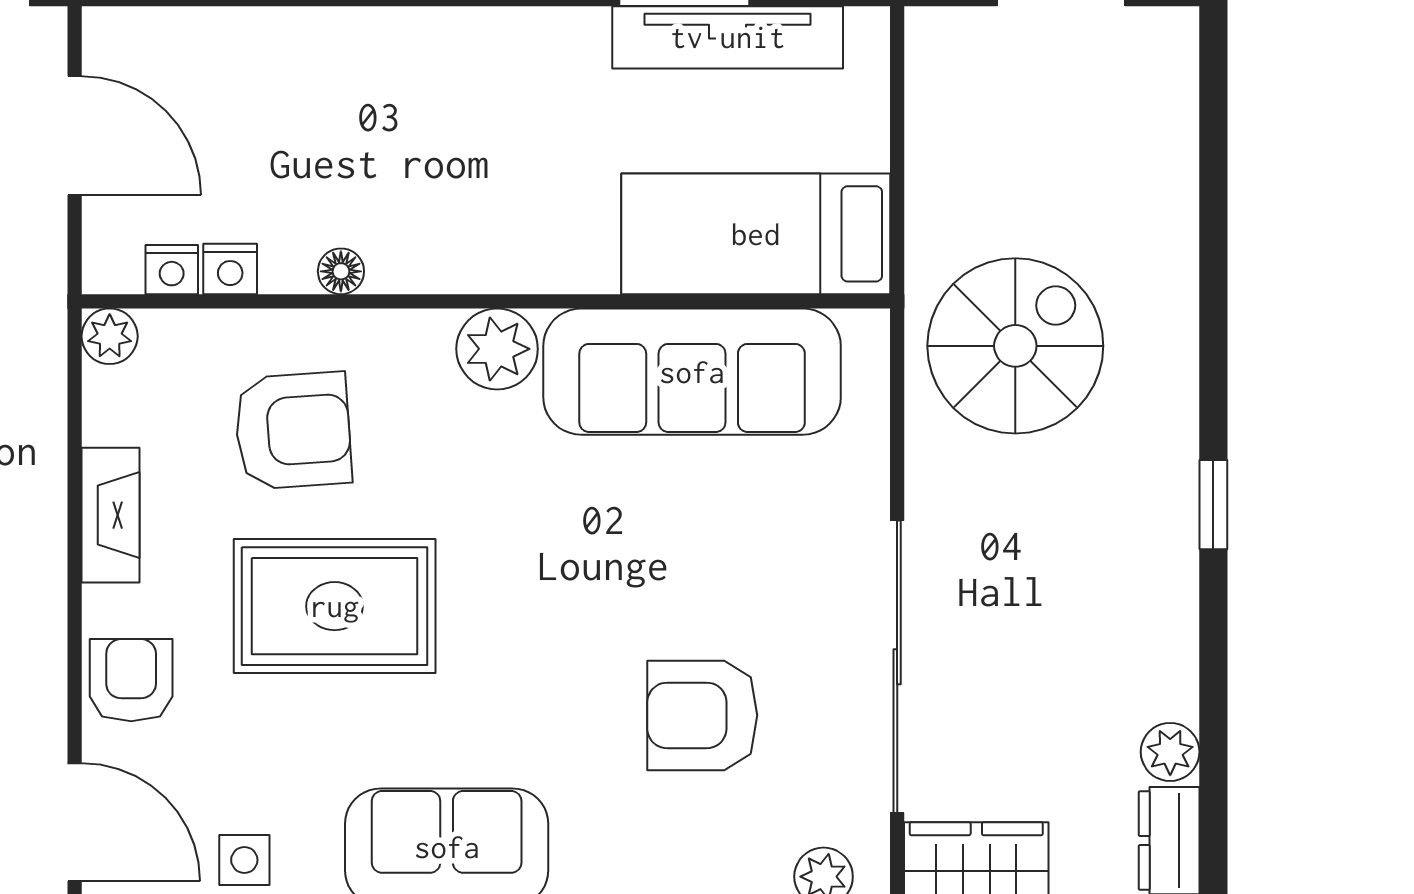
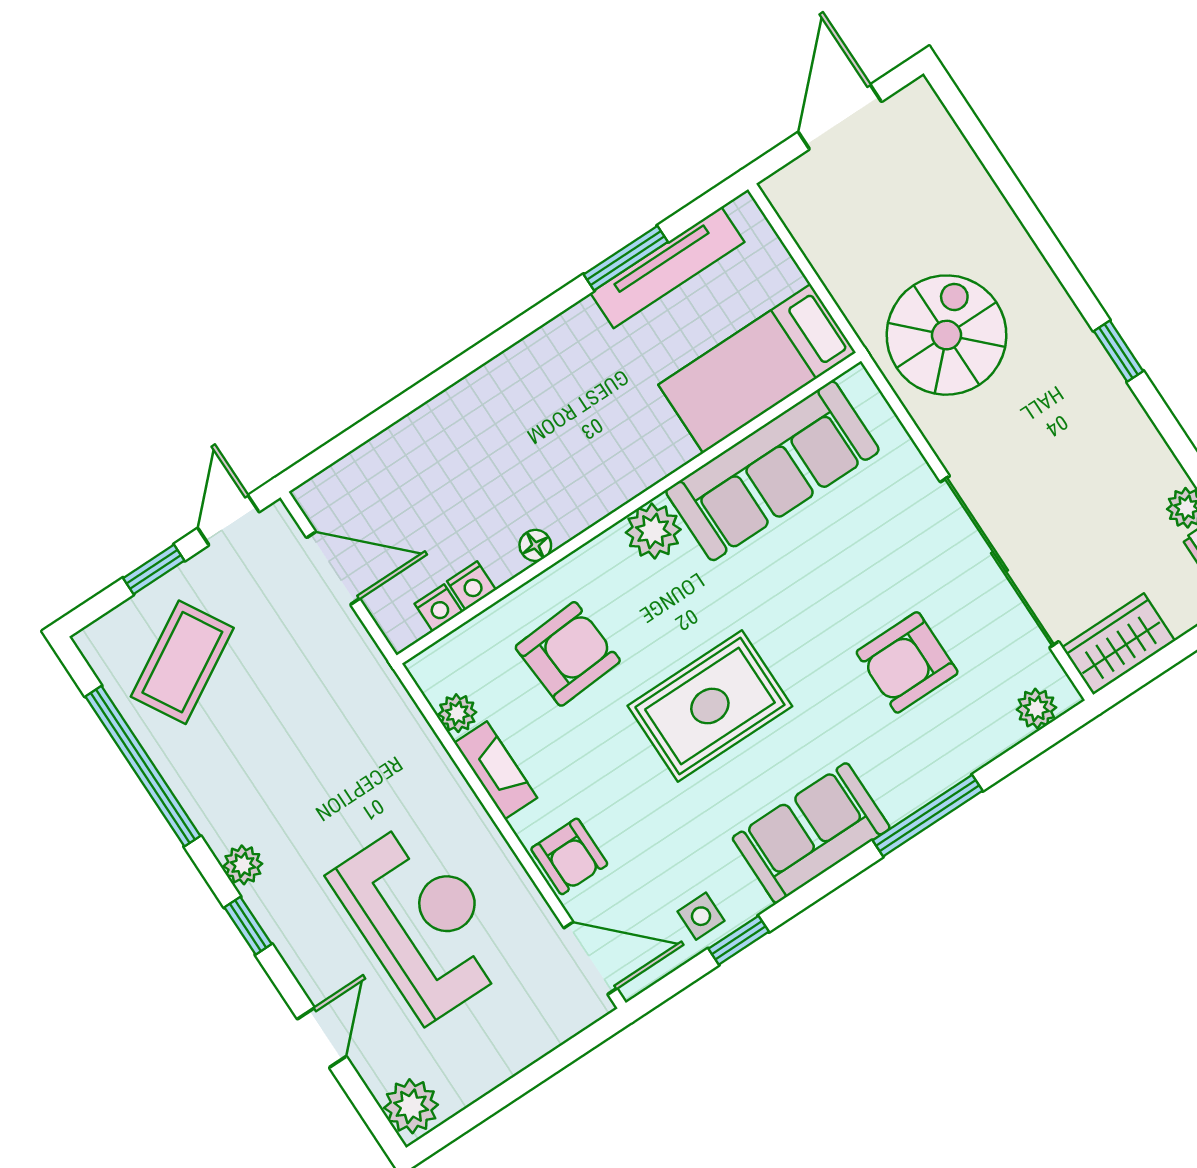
plant: (110, 336) -> (457, 713), moved
rug: (335, 606) -> (710, 706), moved
armchair: (131, 680) -> (569, 856), turned 180

